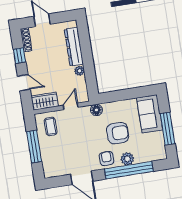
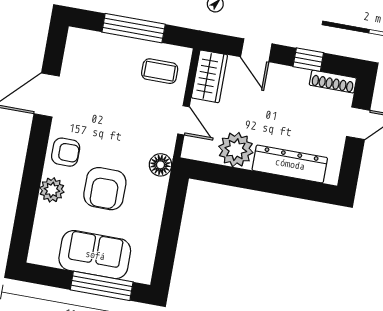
plant: (80, 71) -> (236, 150), width x1.87, depth x1.87
door: (24, 83) -> (256, 50), hinge flipped
sofa: (150, 114) -> (95, 255), moved
window: (168, 129) -> (102, 286), moved
window: (129, 170) -> (30, 185), removed

